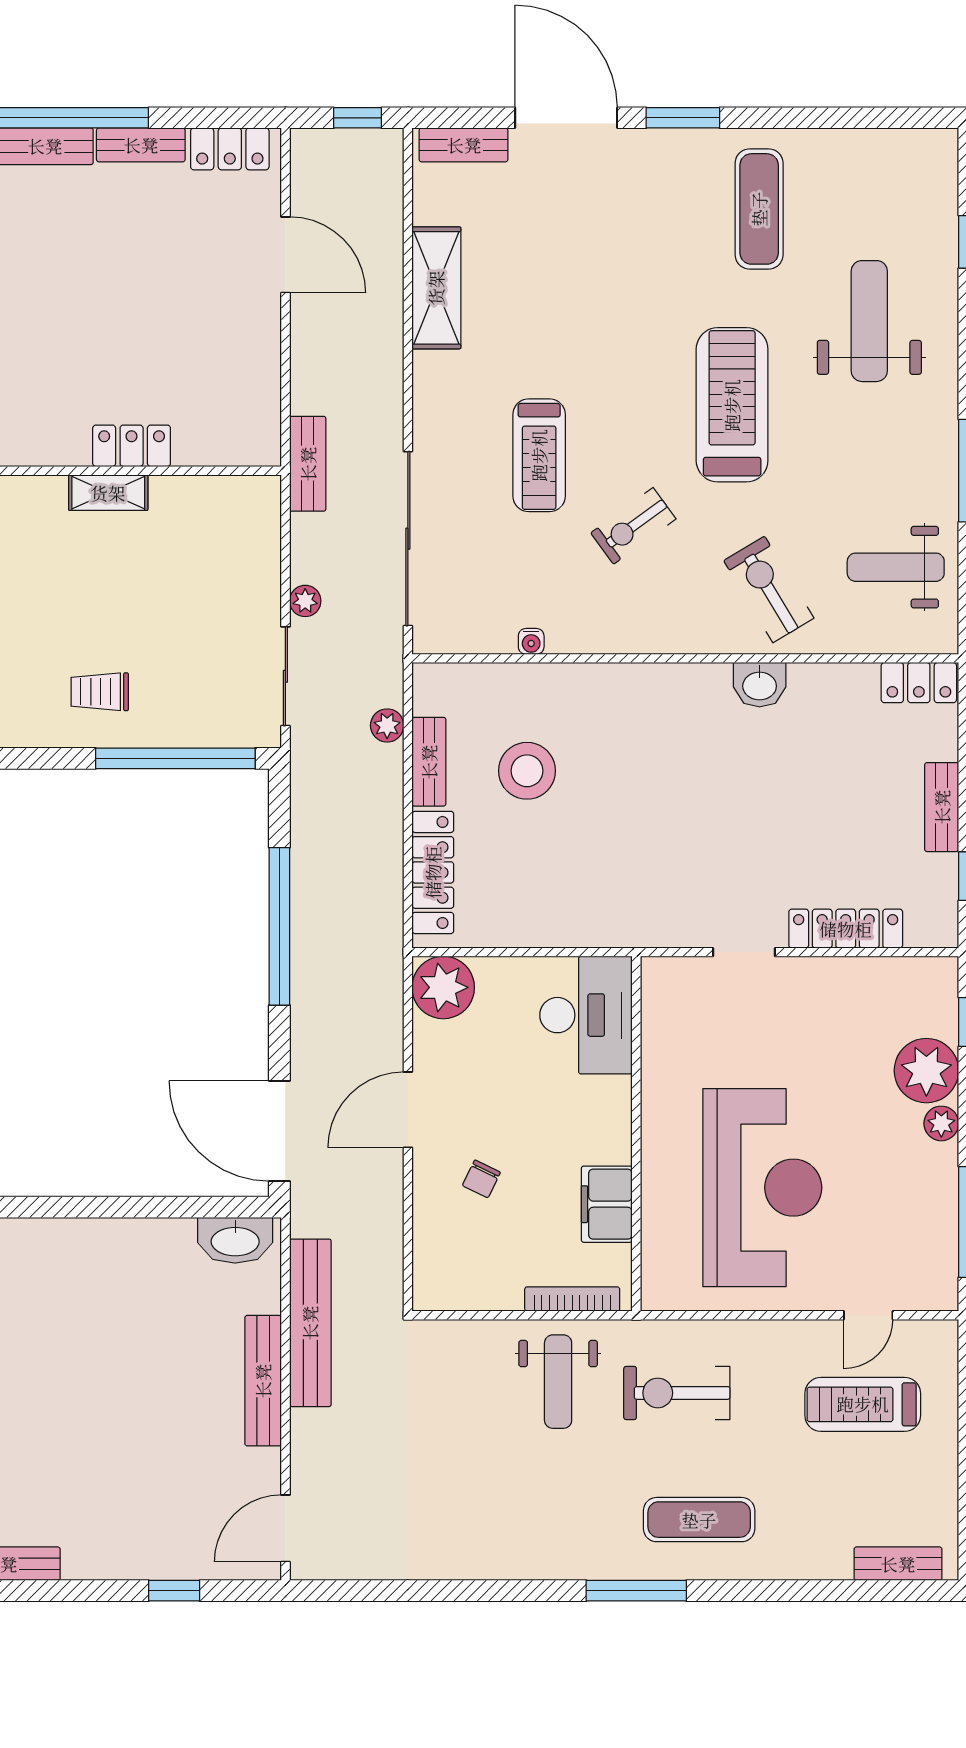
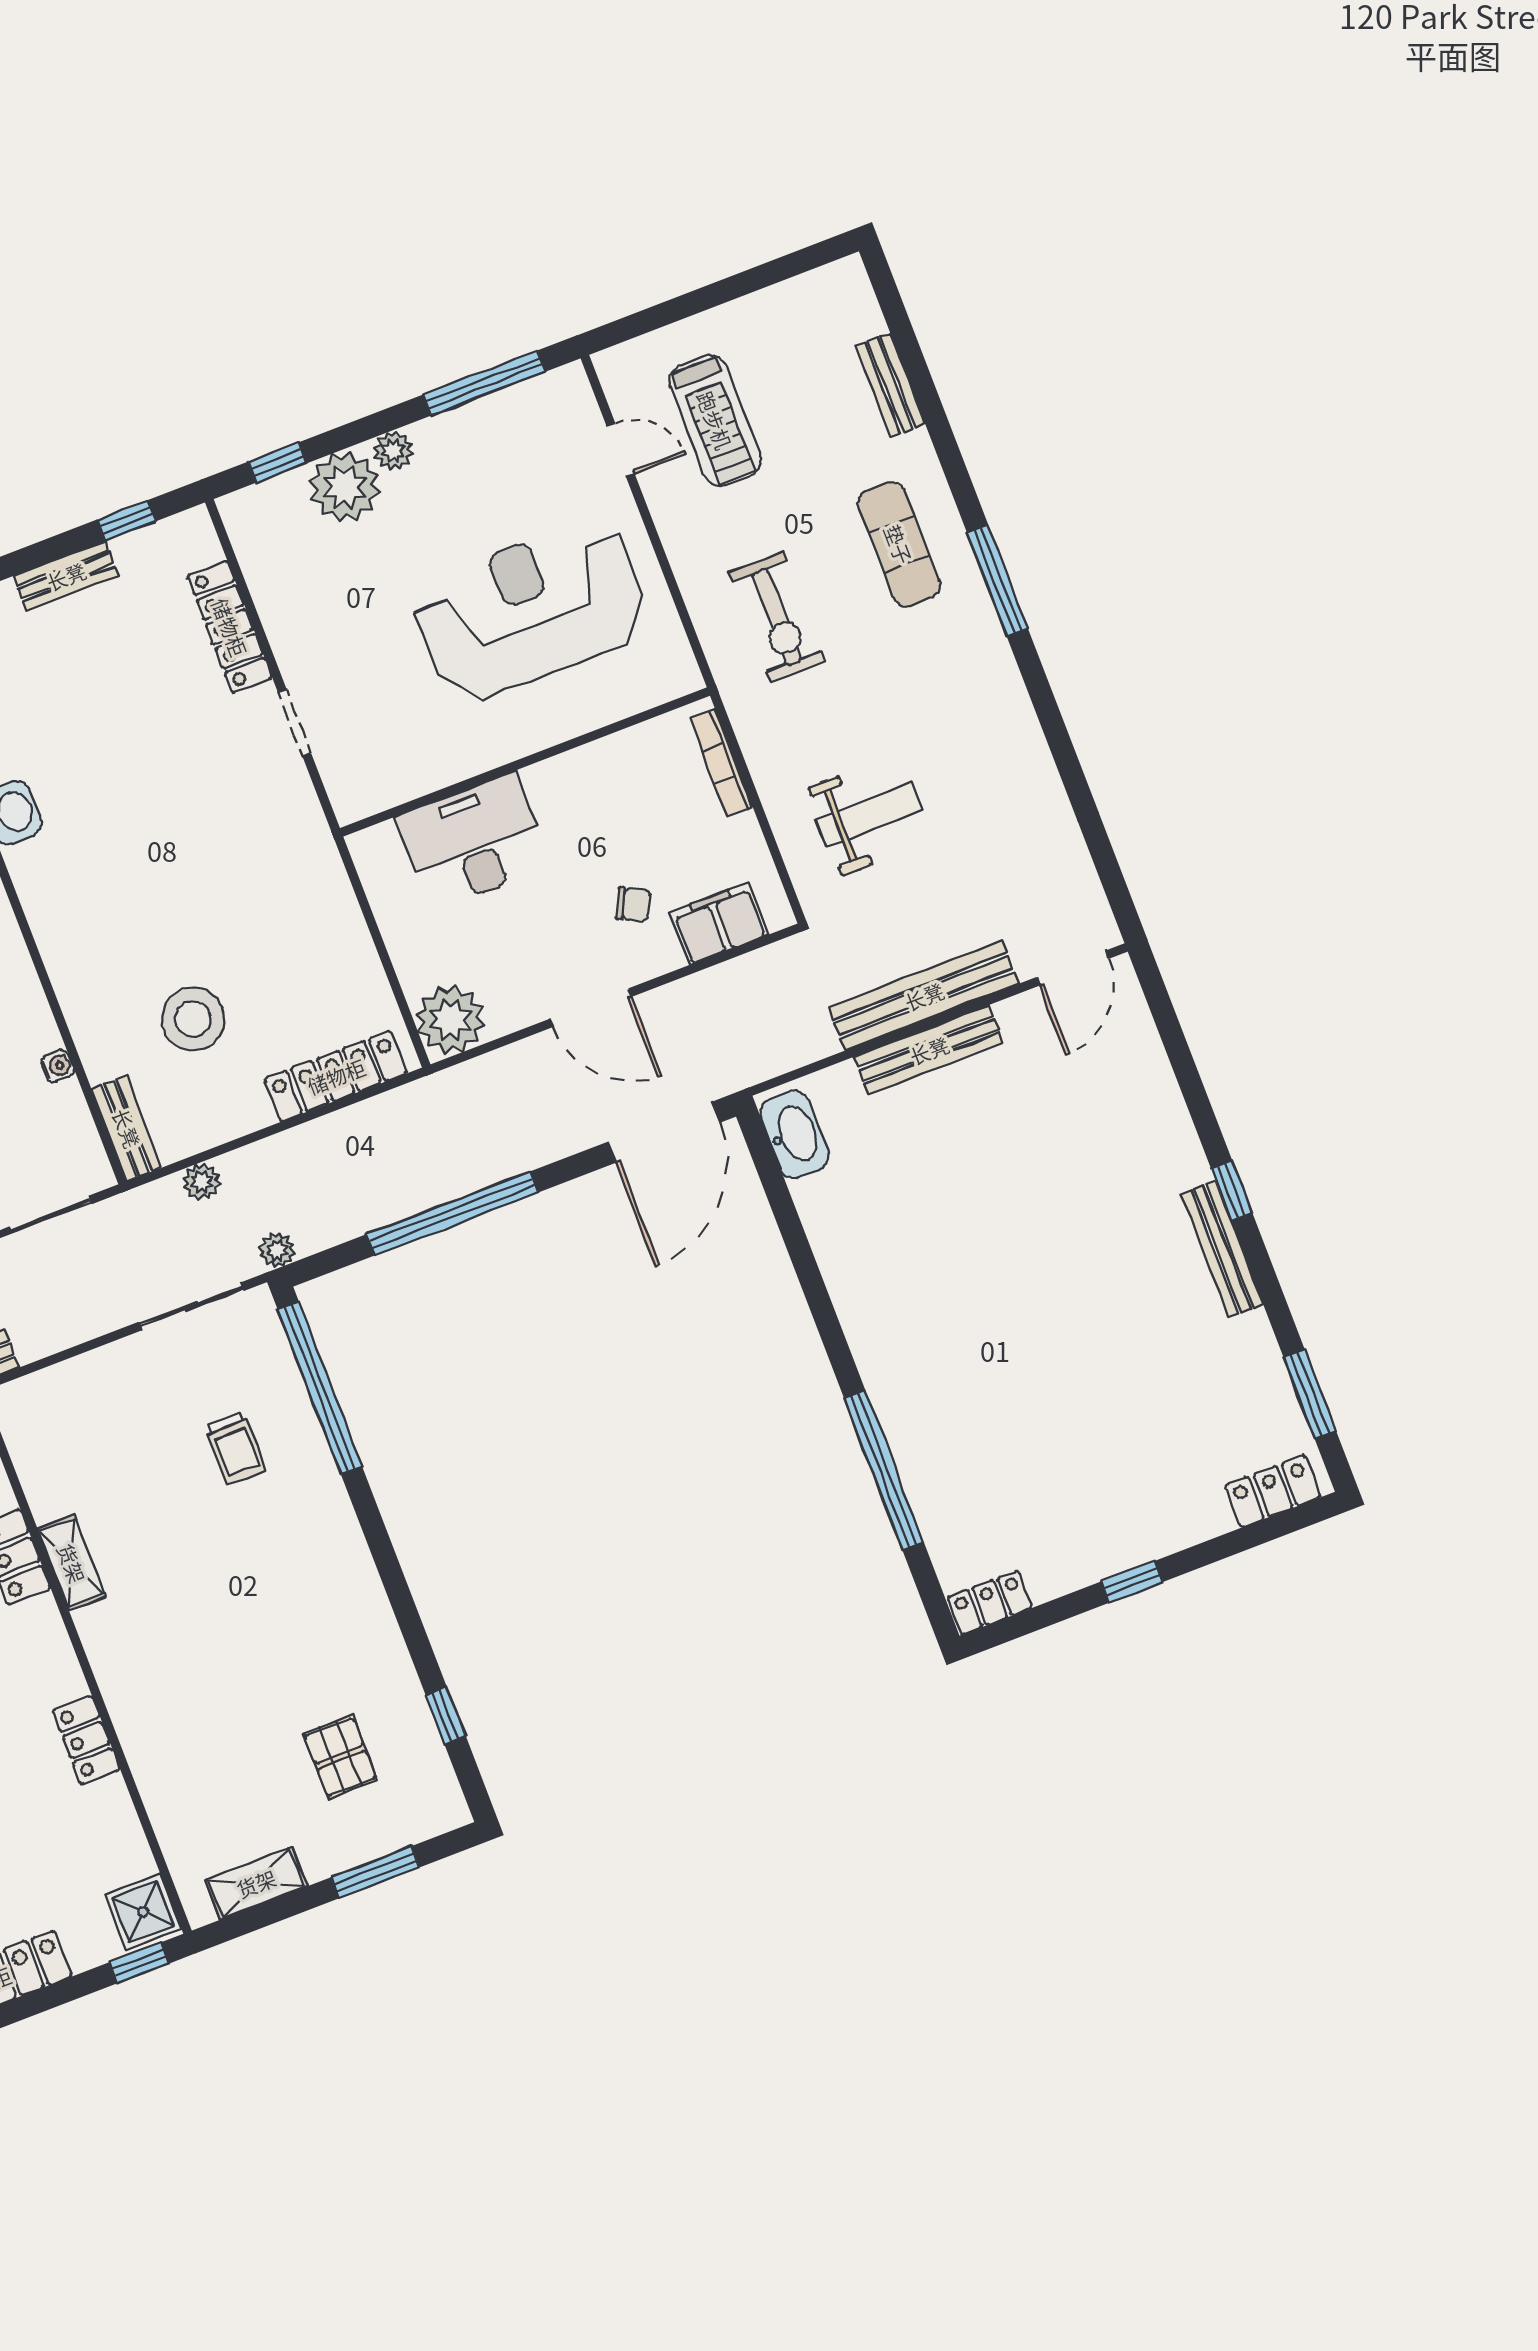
plant: (305, 601) -> (277, 1250), moved
trolley: (100, 692) -> (235, 1448), moved
bench: (429, 762) -> (127, 1128), moved, turned 90
desk: (586, 1015) -> (473, 842), moved
filing cabinet: (607, 1204) -> (719, 924), moved, turned 180
bench: (310, 1323) -> (924, 996), moved
weight bench: (558, 1382) -> (869, 815), moved
door: (285, 1528) -> (1072, 968), hinge flipped
bench: (898, 1564) -> (890, 385), moved
window: (174, 1591) -> (1232, 1191), moved

